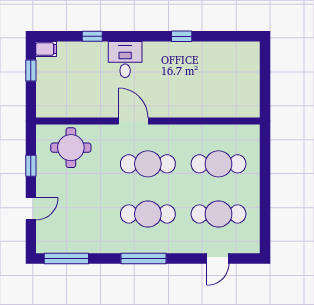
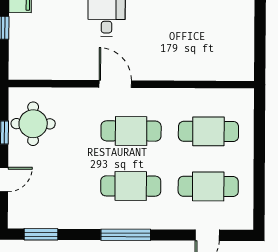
round table: (71, 148) -> (33, 124), moved
window: (66, 258) -> (41, 234), width x0.69

